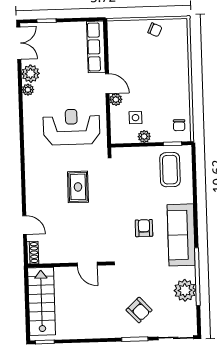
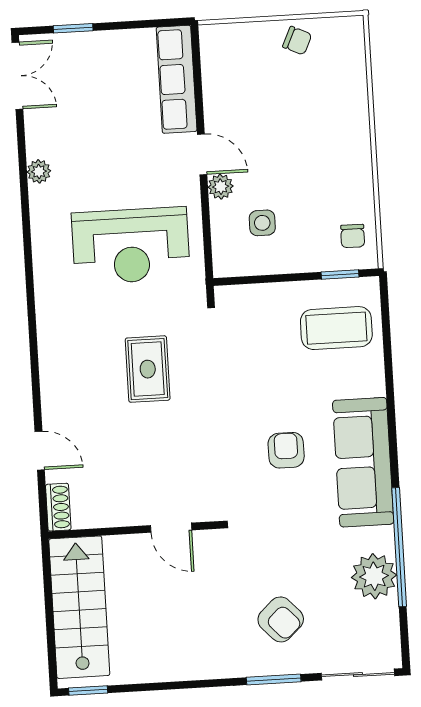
plant: (31, 74) -> (43, 138), removed
reception desk: (71, 127) -> (131, 246), turned 180
plant: (144, 137) -> (281, 261), removed
coffee table: (170, 170) -> (336, 328), turned 90

